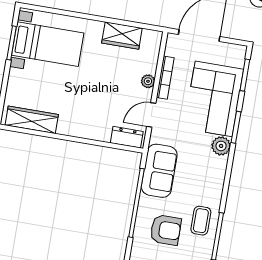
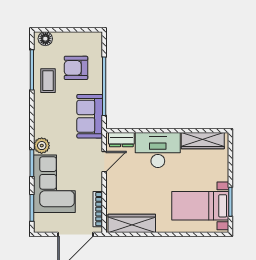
wardrobe: (122, 36) -> (132, 223), width x1.50
bookcase: (165, 78) -> (98, 209), moved
plant: (148, 81) -> (112, 189), removed
desk: (86, 118) -> (158, 150), added

